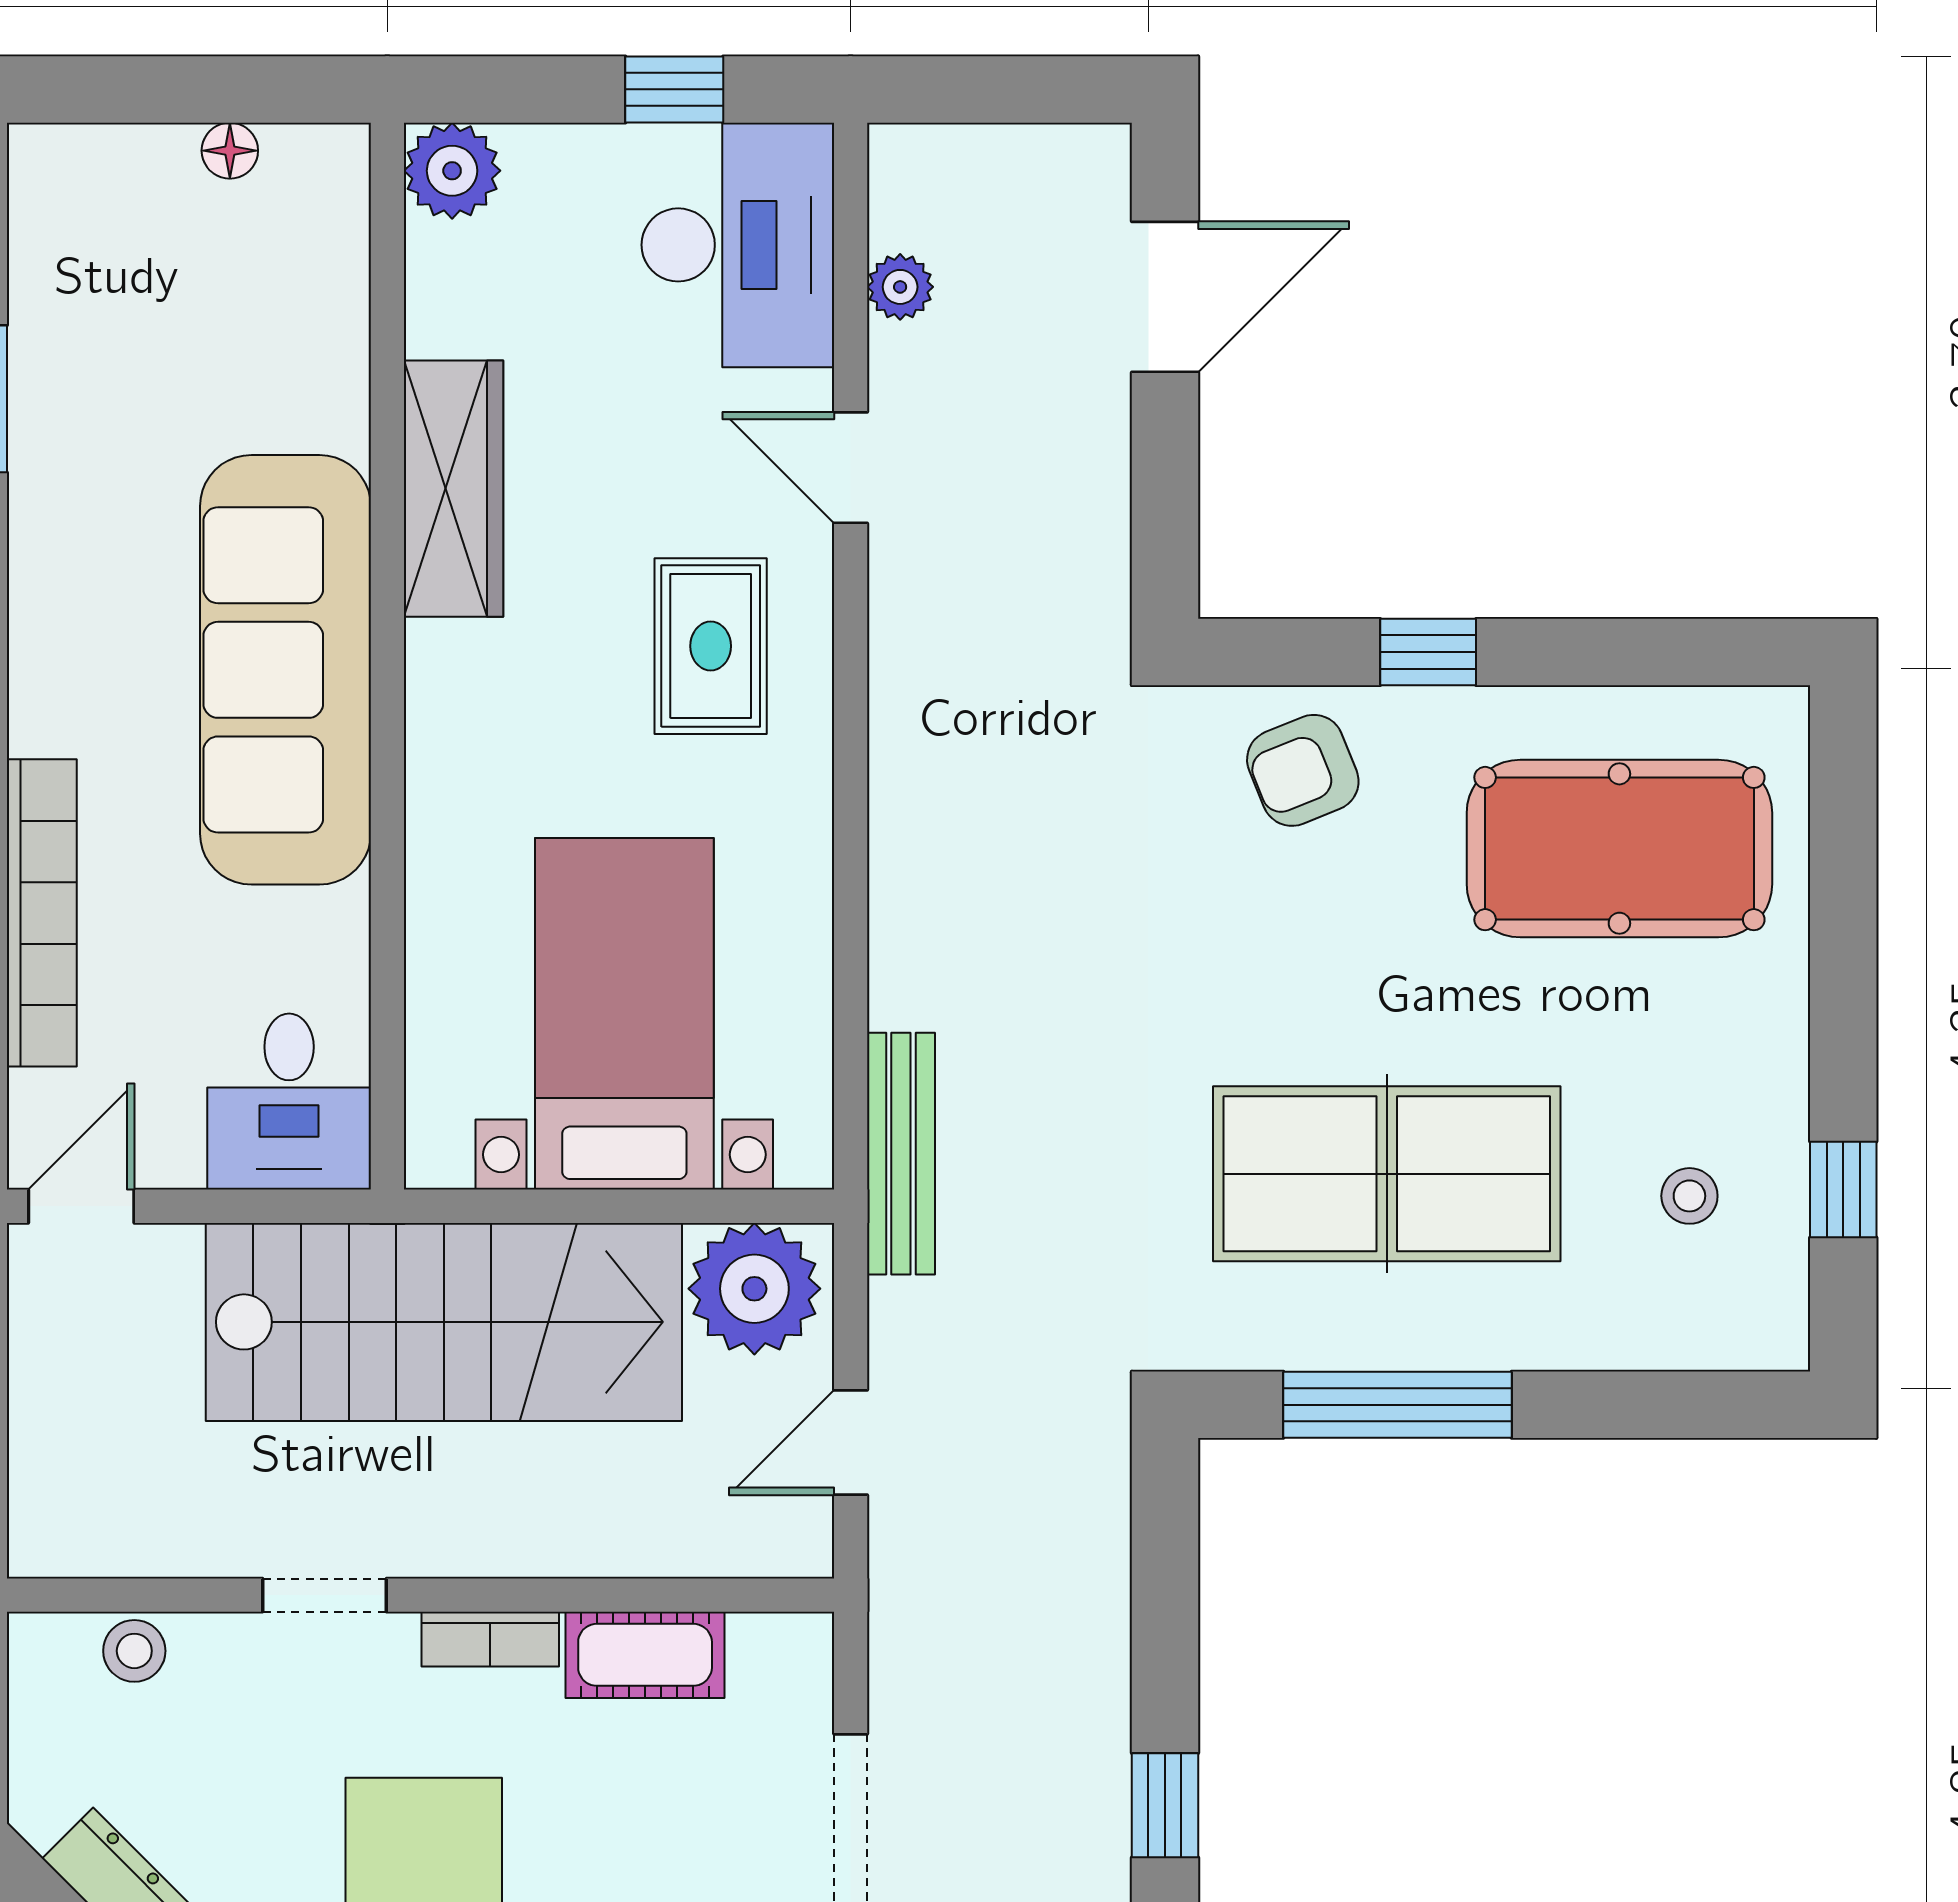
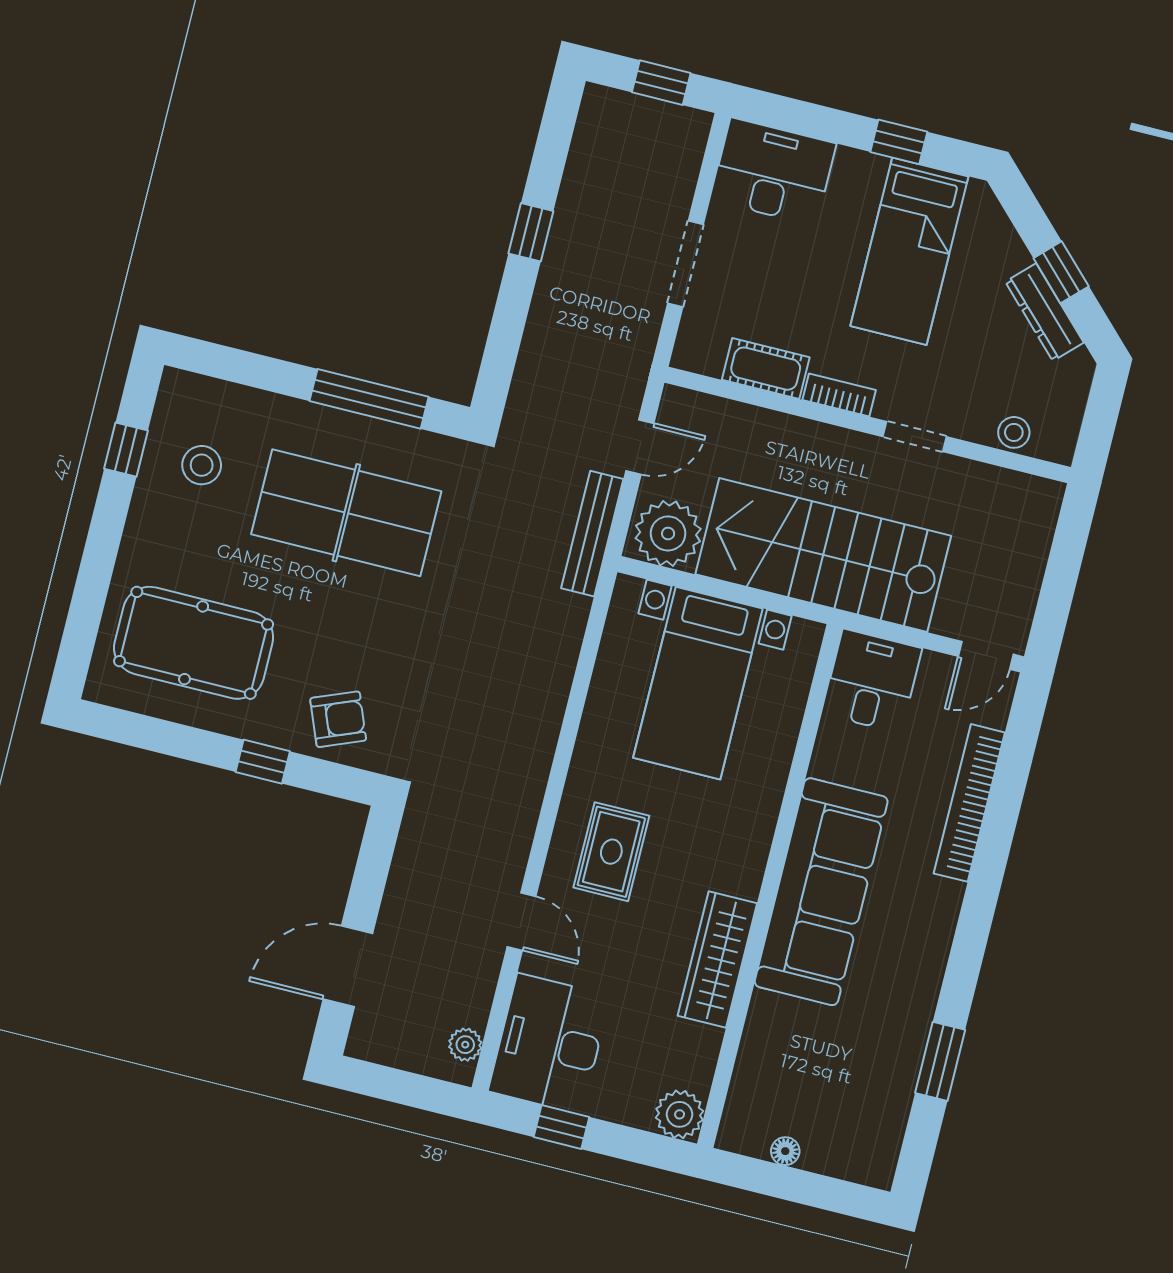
plant: (900, 287) -> (465, 1045), moved
bench: (901, 1154) -> (592, 534), moved
stool: (1689, 1196) -> (202, 465), width x1.37, depth x1.37

